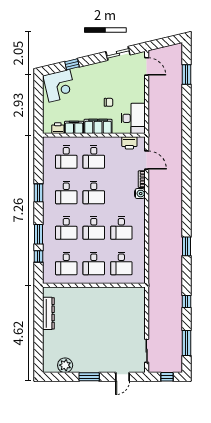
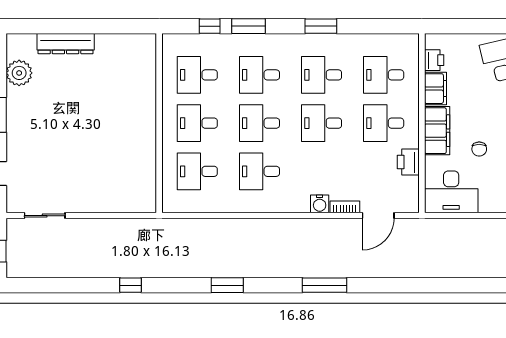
printer: (129, 143) -> (408, 162), moved
dresser: (48, 313) -> (66, 44), moved
window: (186, 343) -> (325, 285), moved

